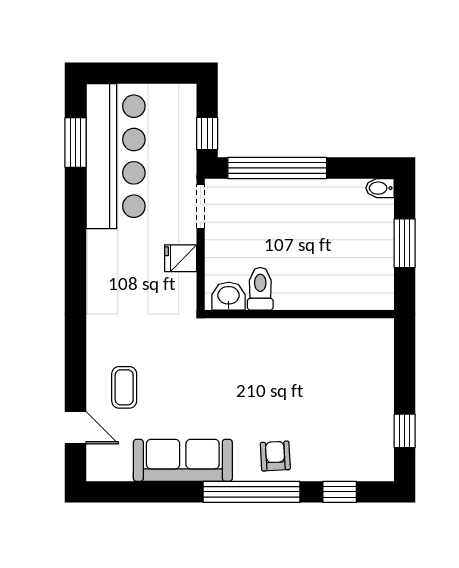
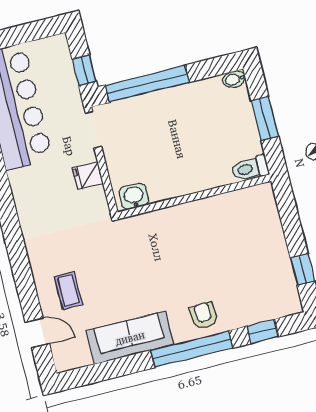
toilet: (260, 289) -> (250, 168), moved, turned -90

